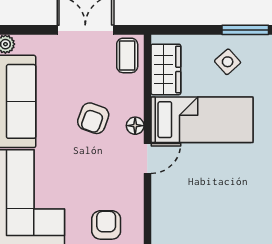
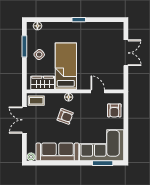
door: (147, 158) -> (98, 91), moved
armchair: (106, 225) -> (114, 110), turned -90

